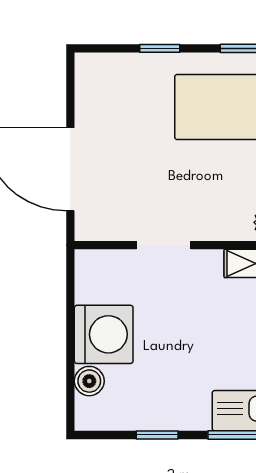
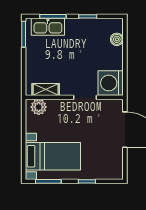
washing machine: (104, 334) -> (111, 83), moved

